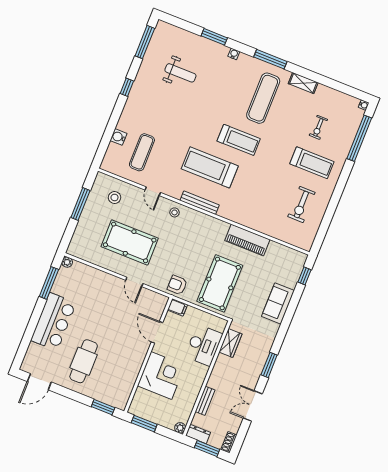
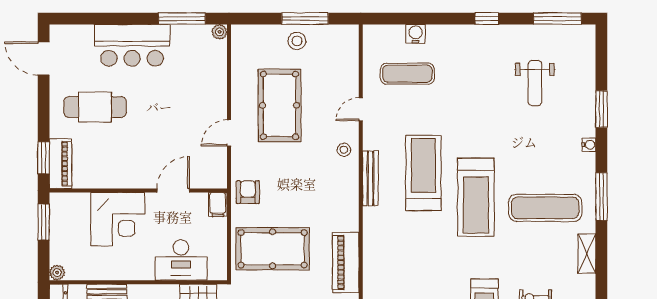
treadmill: (239, 140) -> (476, 197), width x1.37, depth x1.38
stool: (115, 197) -> (297, 41), moved
piano: (111, 398) -> (61, 164), added

